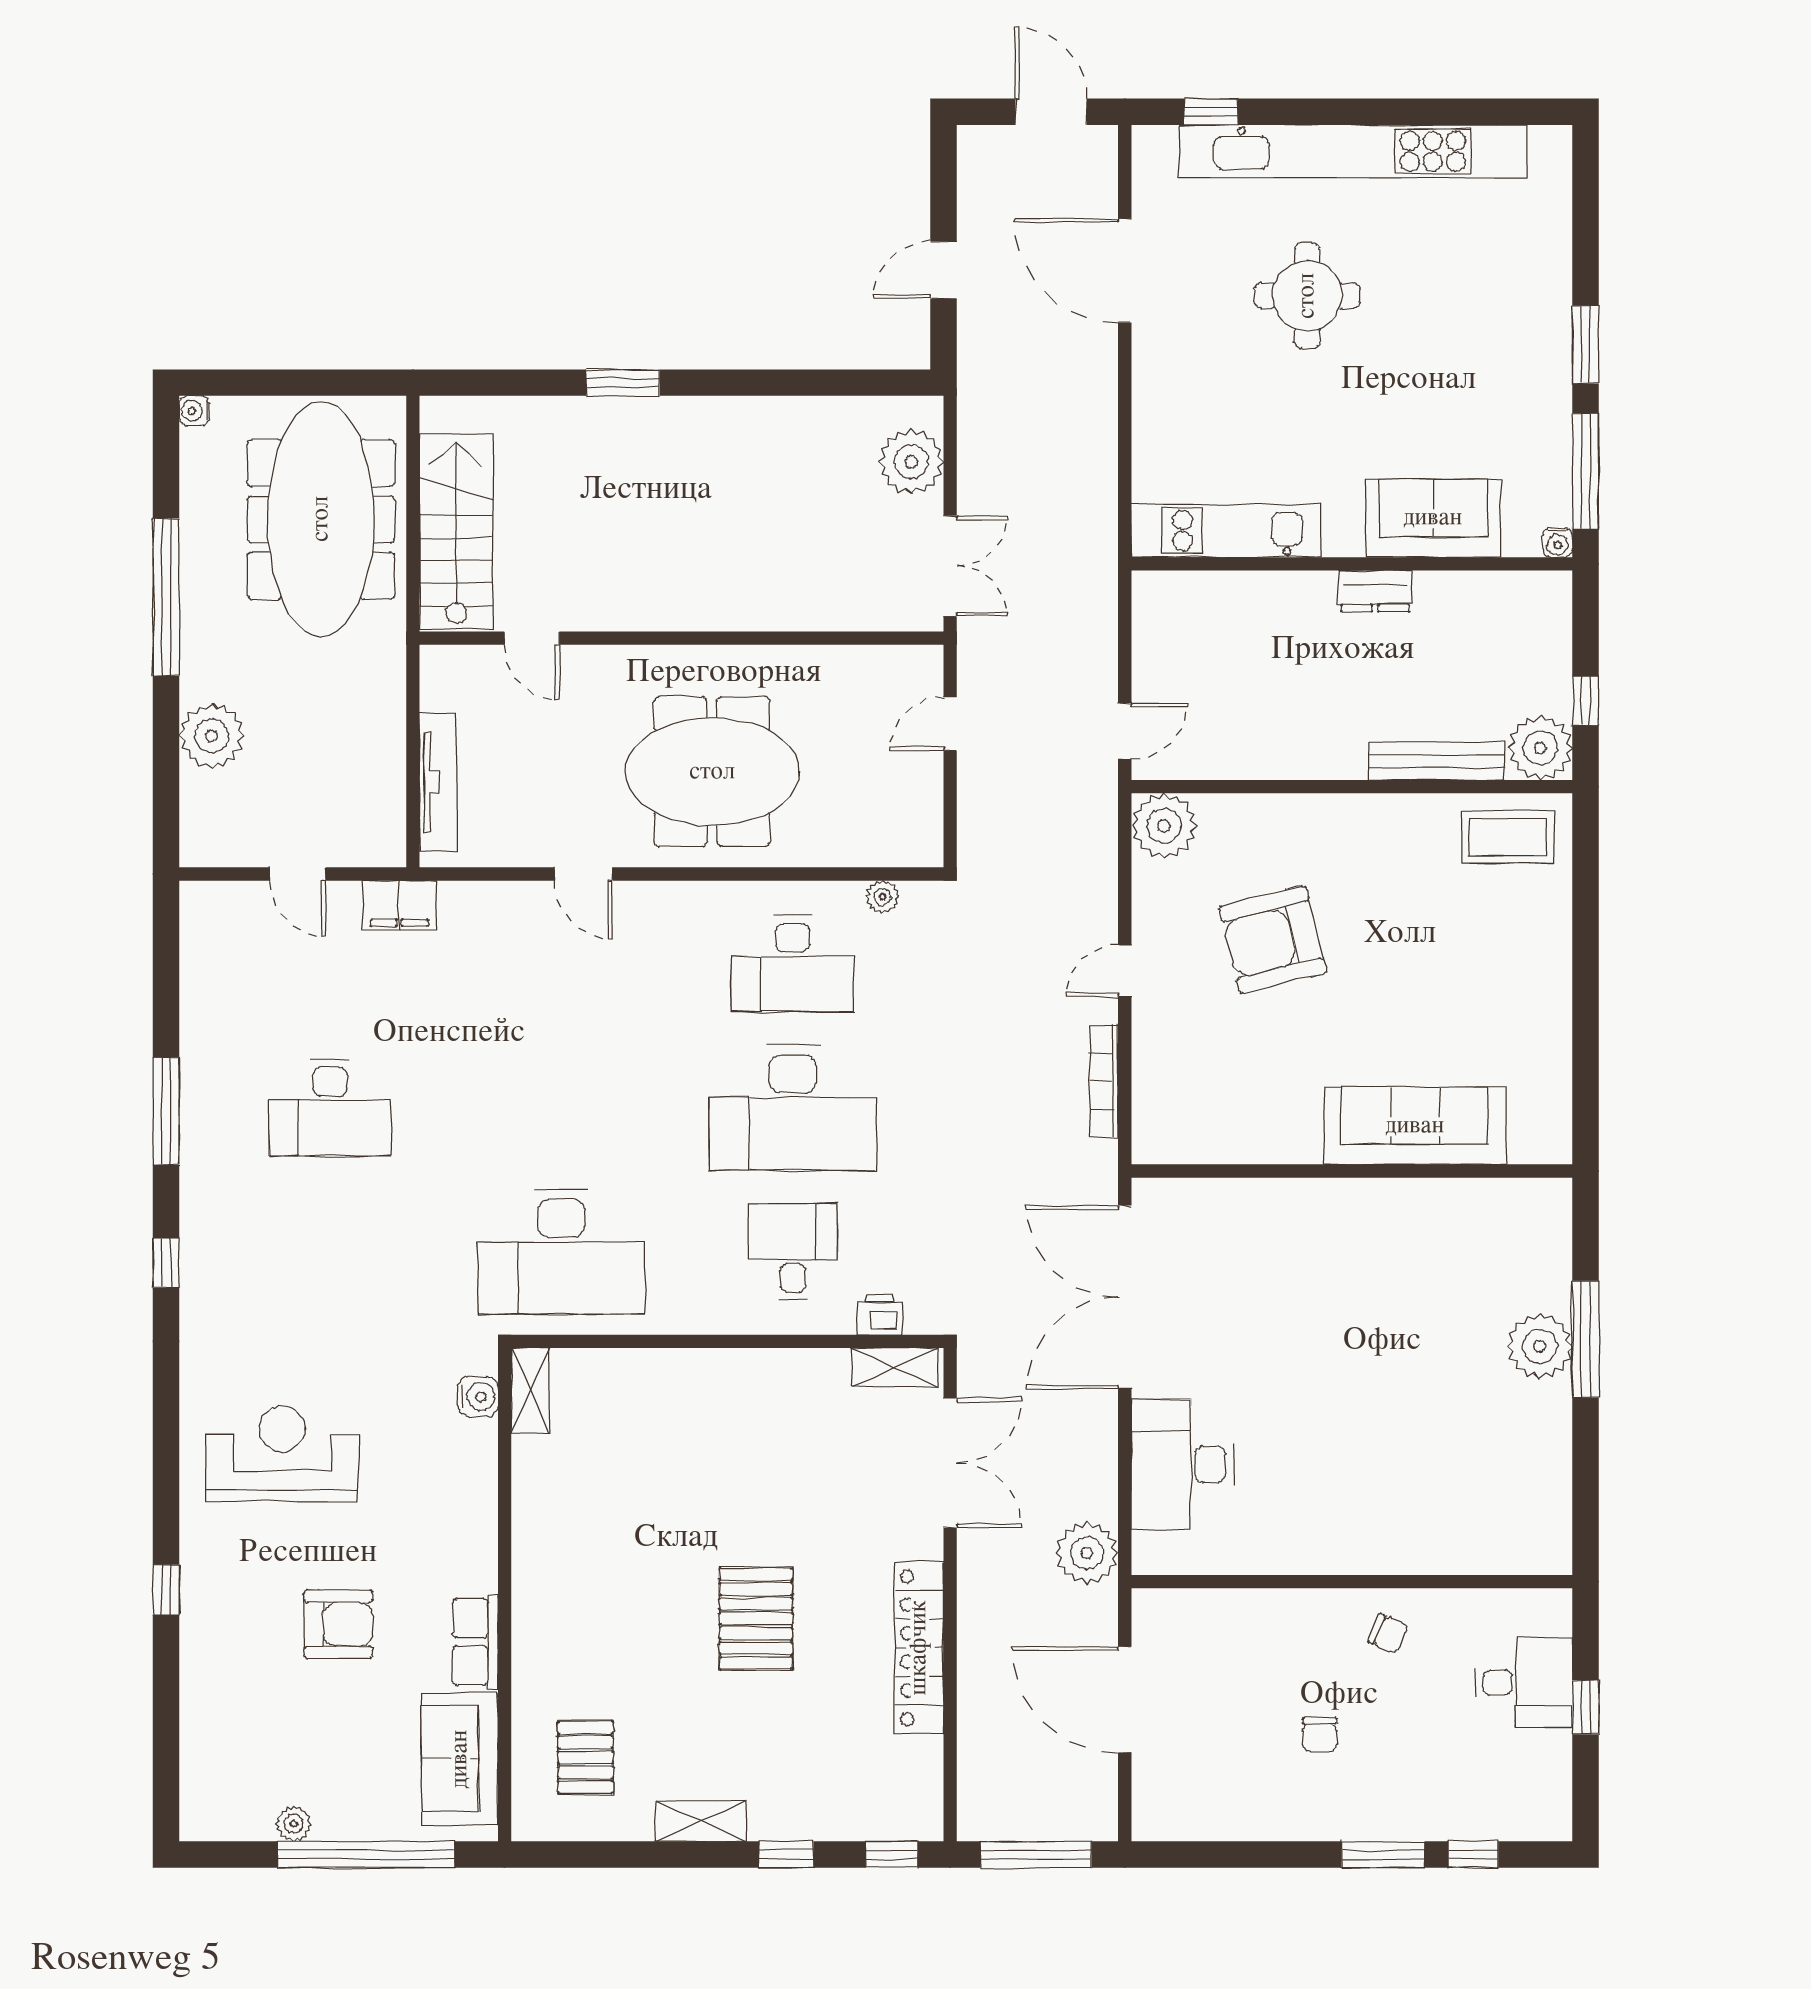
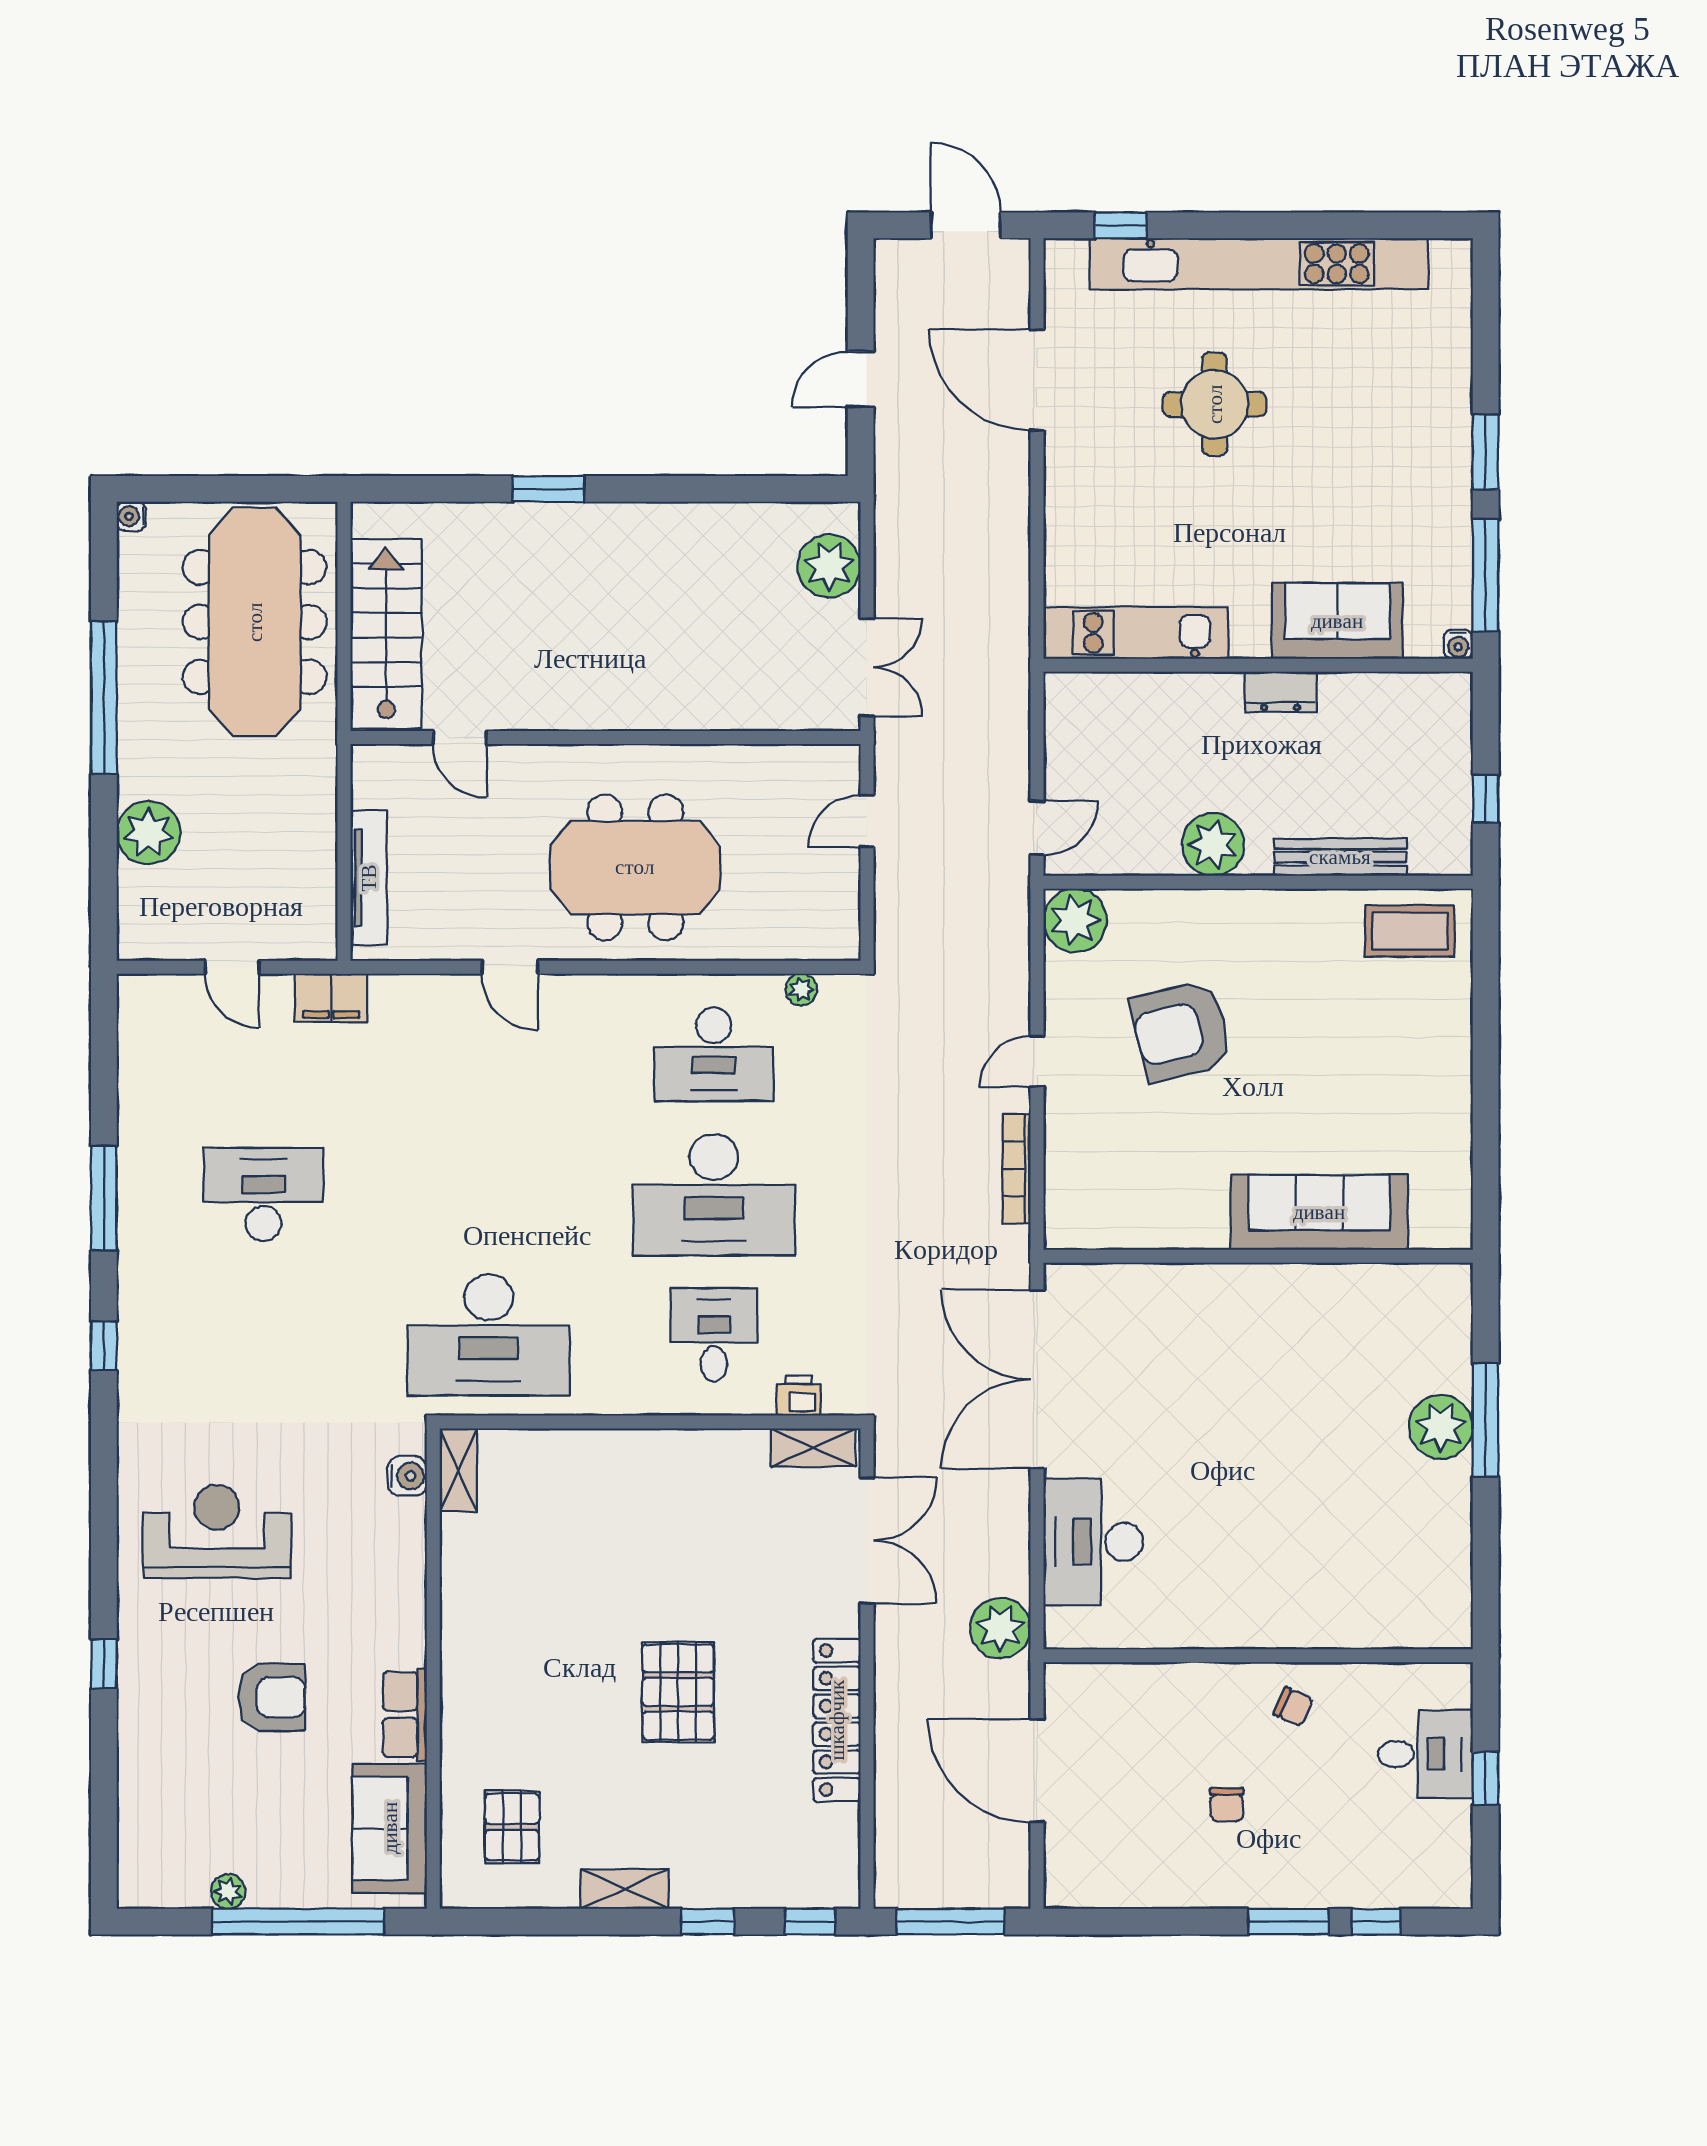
plant: (1540, 748) -> (1213, 844), moved
desk: (330, 1108) -> (263, 1195), turned 180

